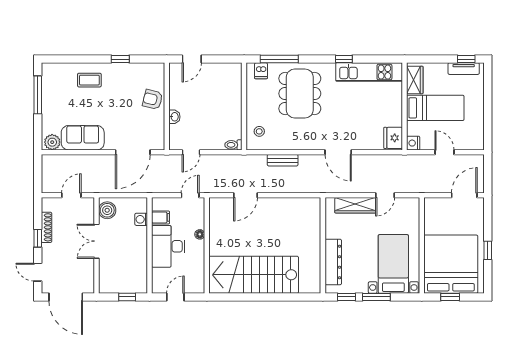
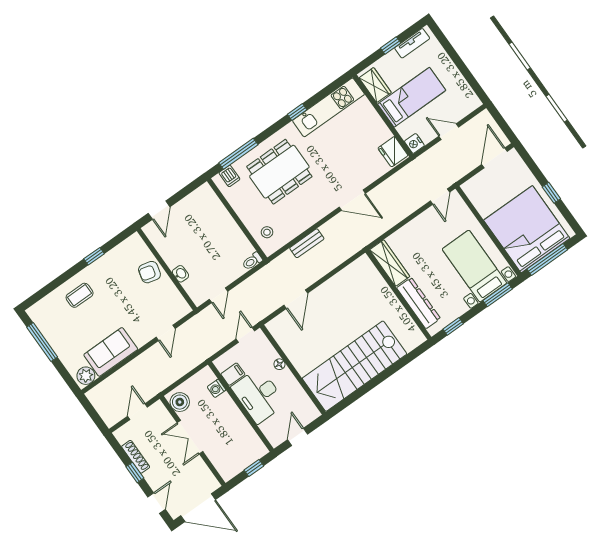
window: (466, 59) -> (391, 46), moved
dining table: (300, 94) -> (279, 172), turned 90
door: (133, 152) -> (166, 333), width x0.53
door: (385, 195) -> (440, 197), moved
wardrobe: (355, 205) -> (390, 263), moved, turned -90
door: (38, 272) -> (157, 503), swing flipped
window: (376, 297) -> (498, 295), moved
window: (450, 297) -> (547, 259), width x2.17

